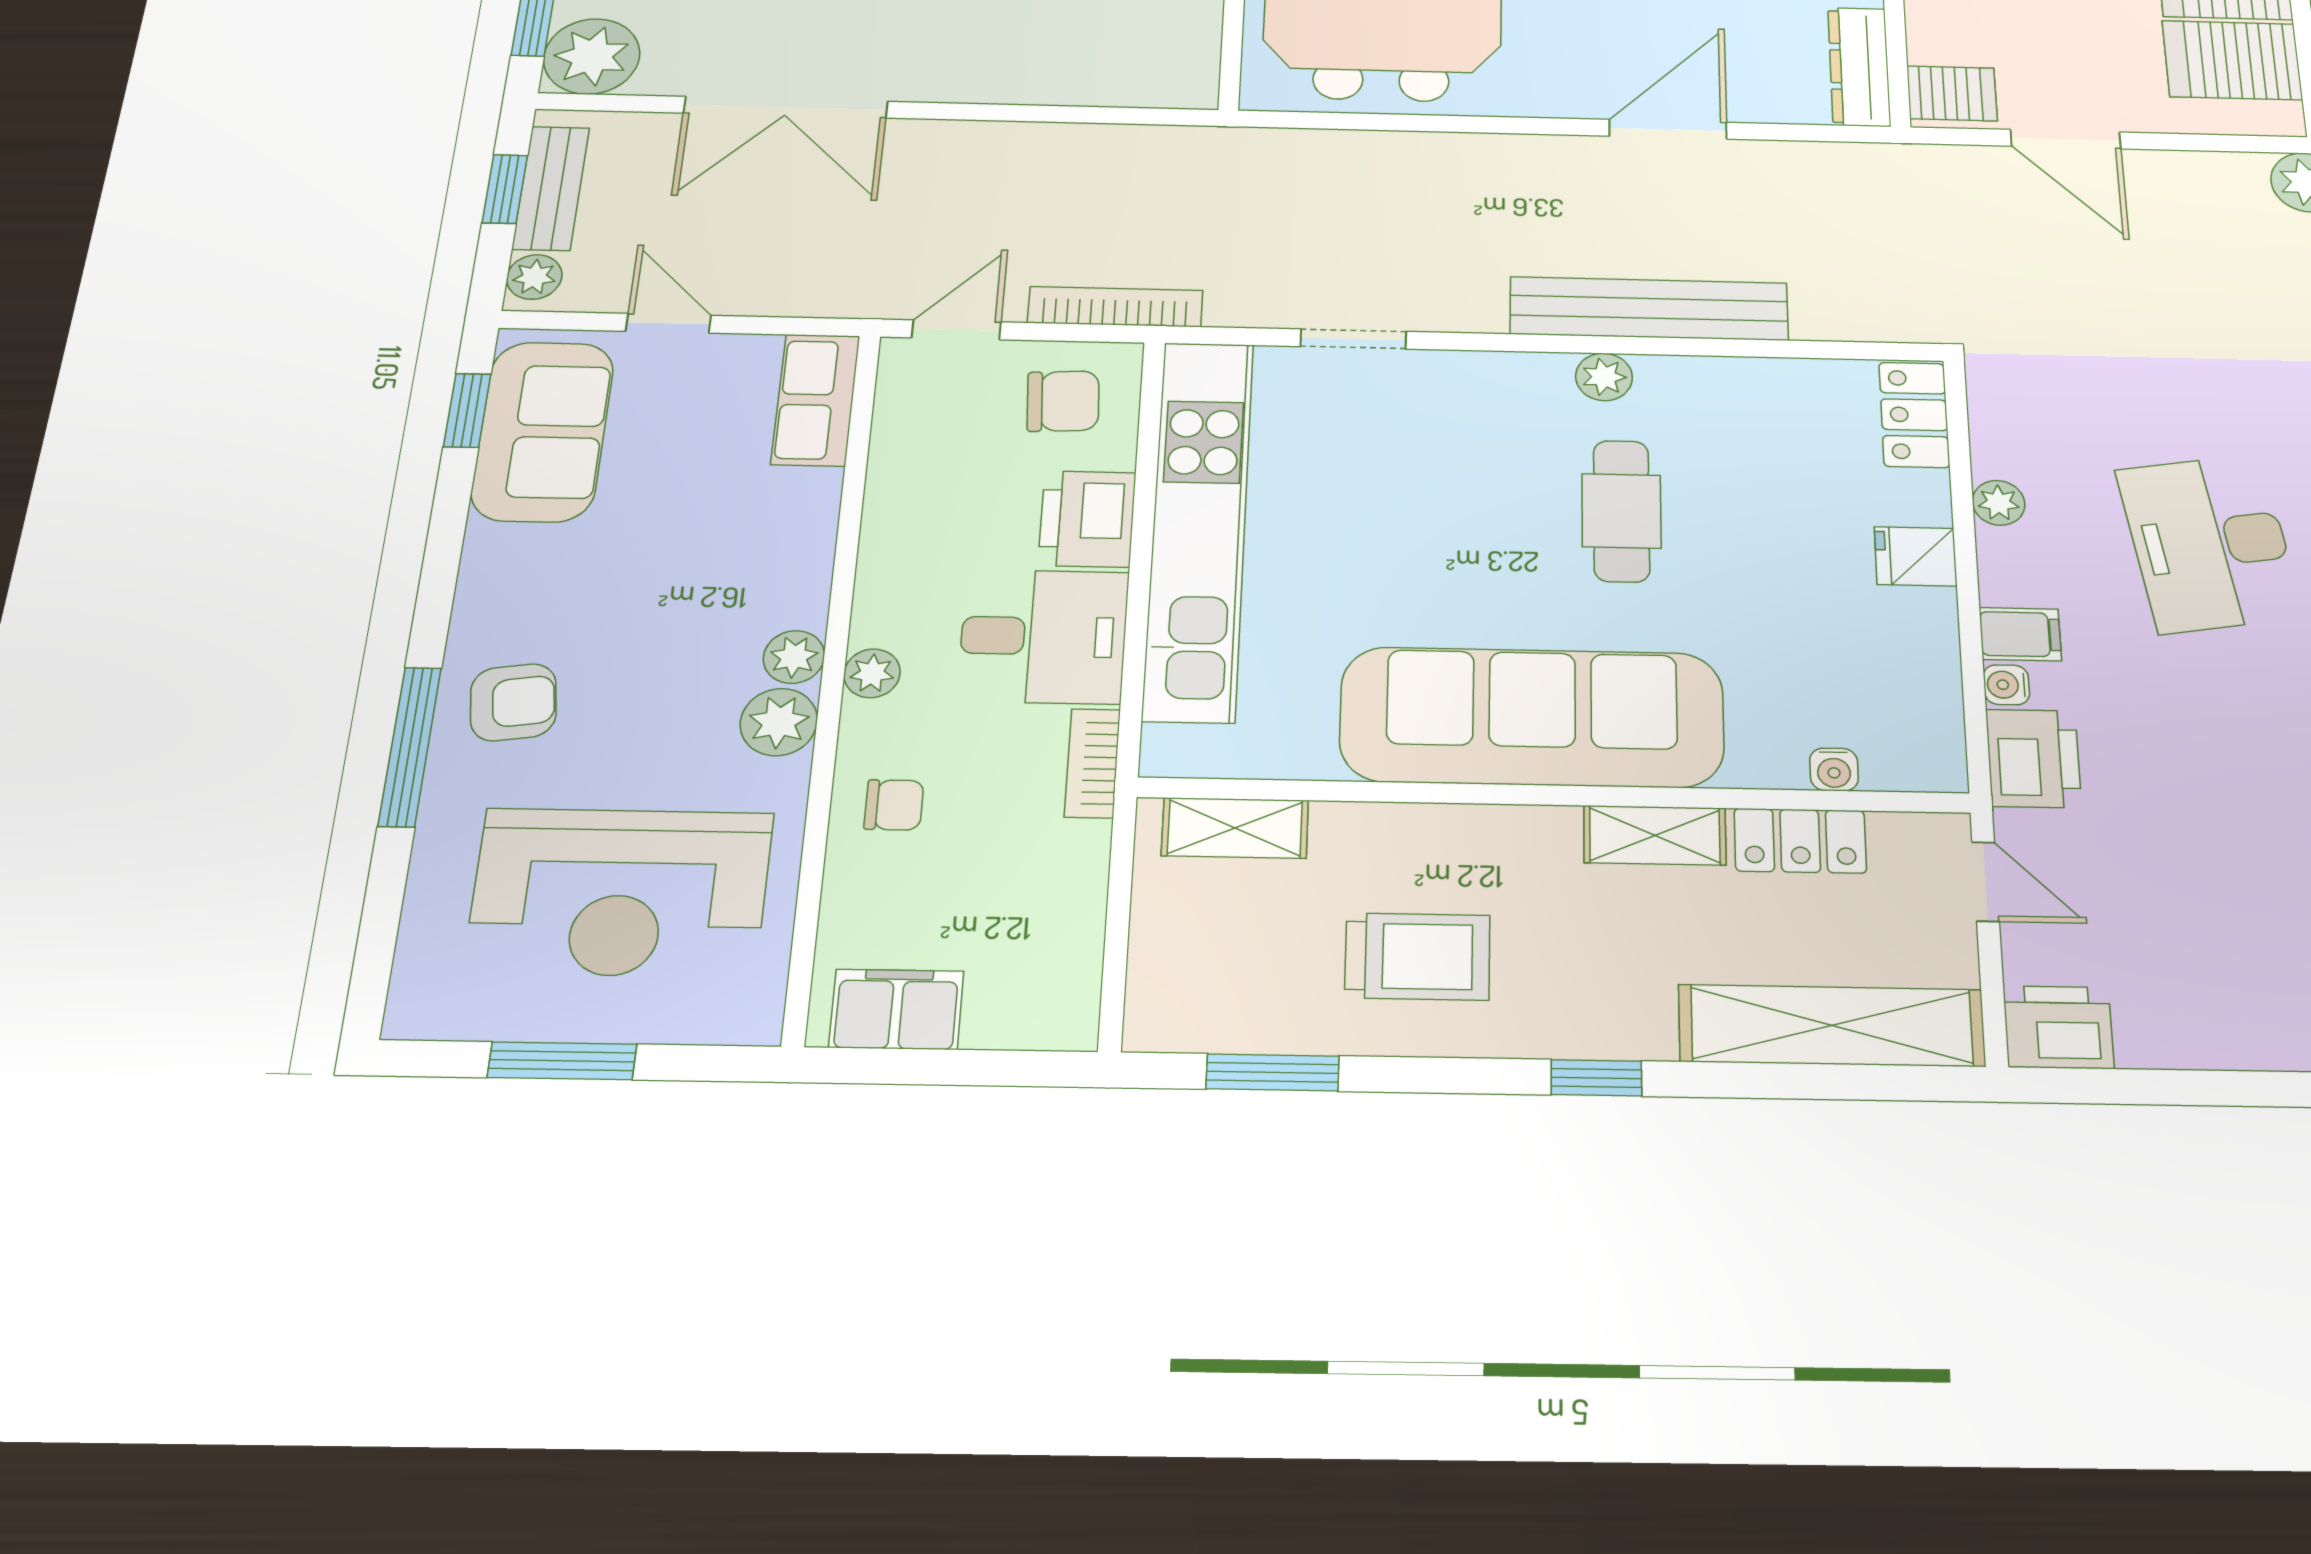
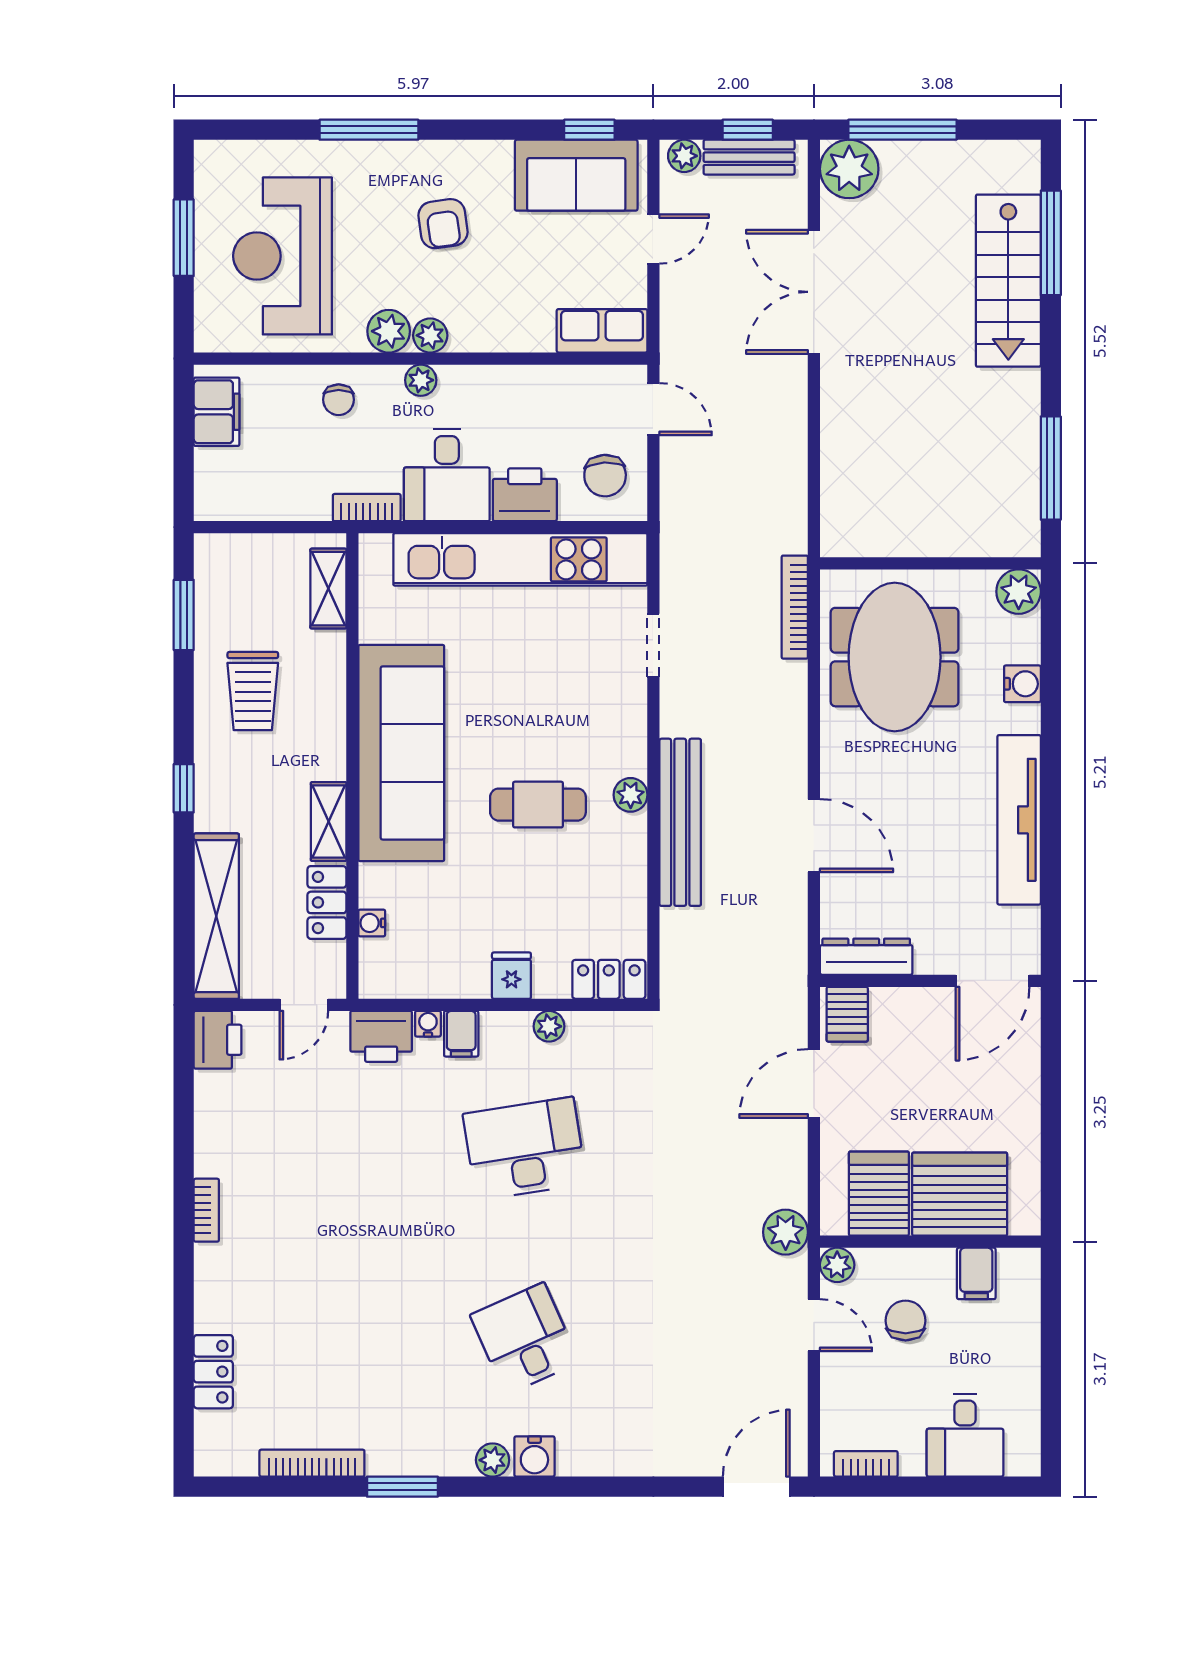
bookcase: (1115, 307) -> (795, 607), moved, turned 180
armchair: (513, 702) -> (443, 224), moved

